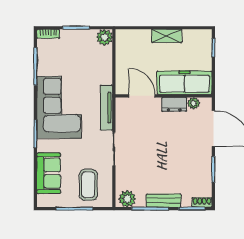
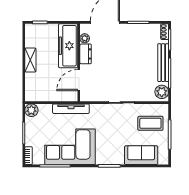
corner sofa: (59, 107) -> (70, 147), moved
tv unit: (106, 107) -> (71, 109), moved
bench: (164, 201) -> (163, 63), width x1.36

